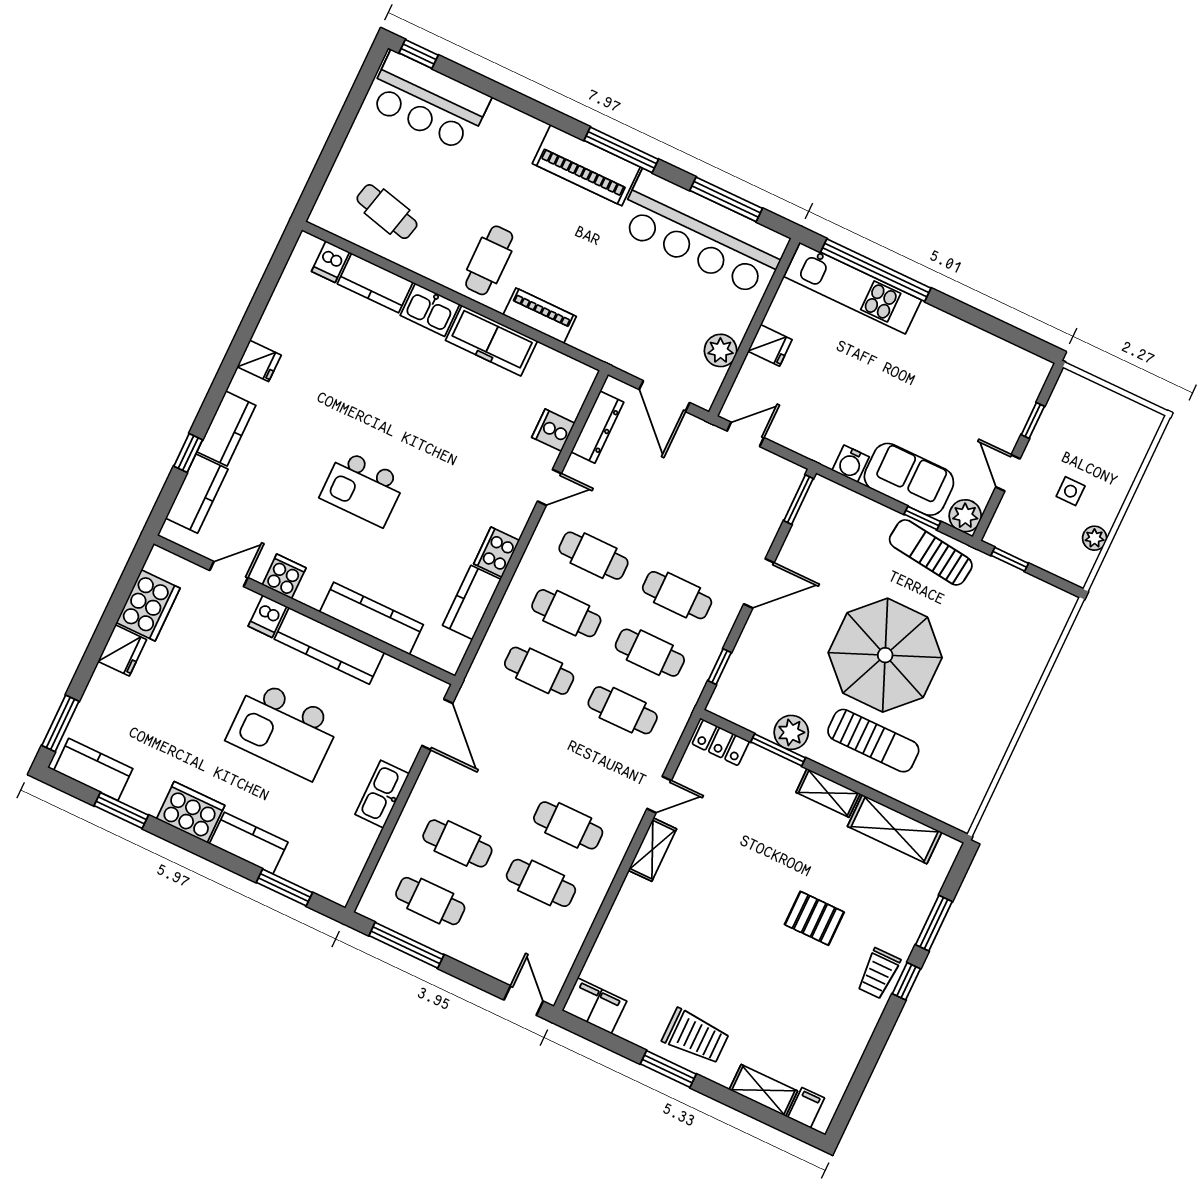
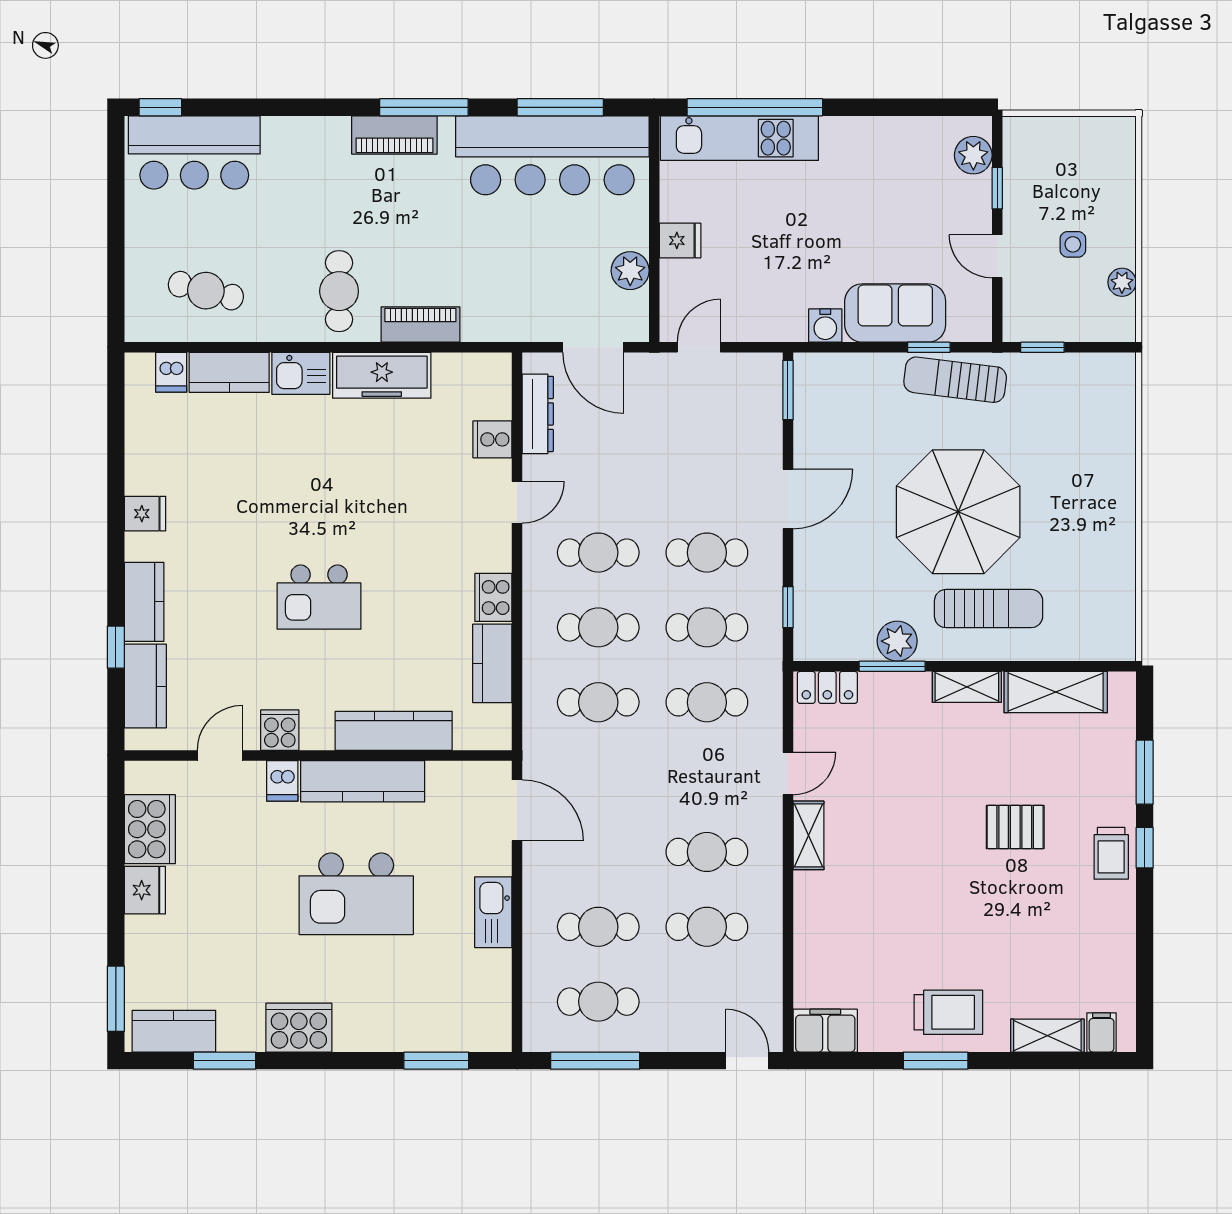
piano: (586, 165) -> (394, 135), width x0.73, depth x0.75
plant: (965, 516) -> (973, 155), moved
kitchen counter: (249, 843) -> (376, 1031), removed

